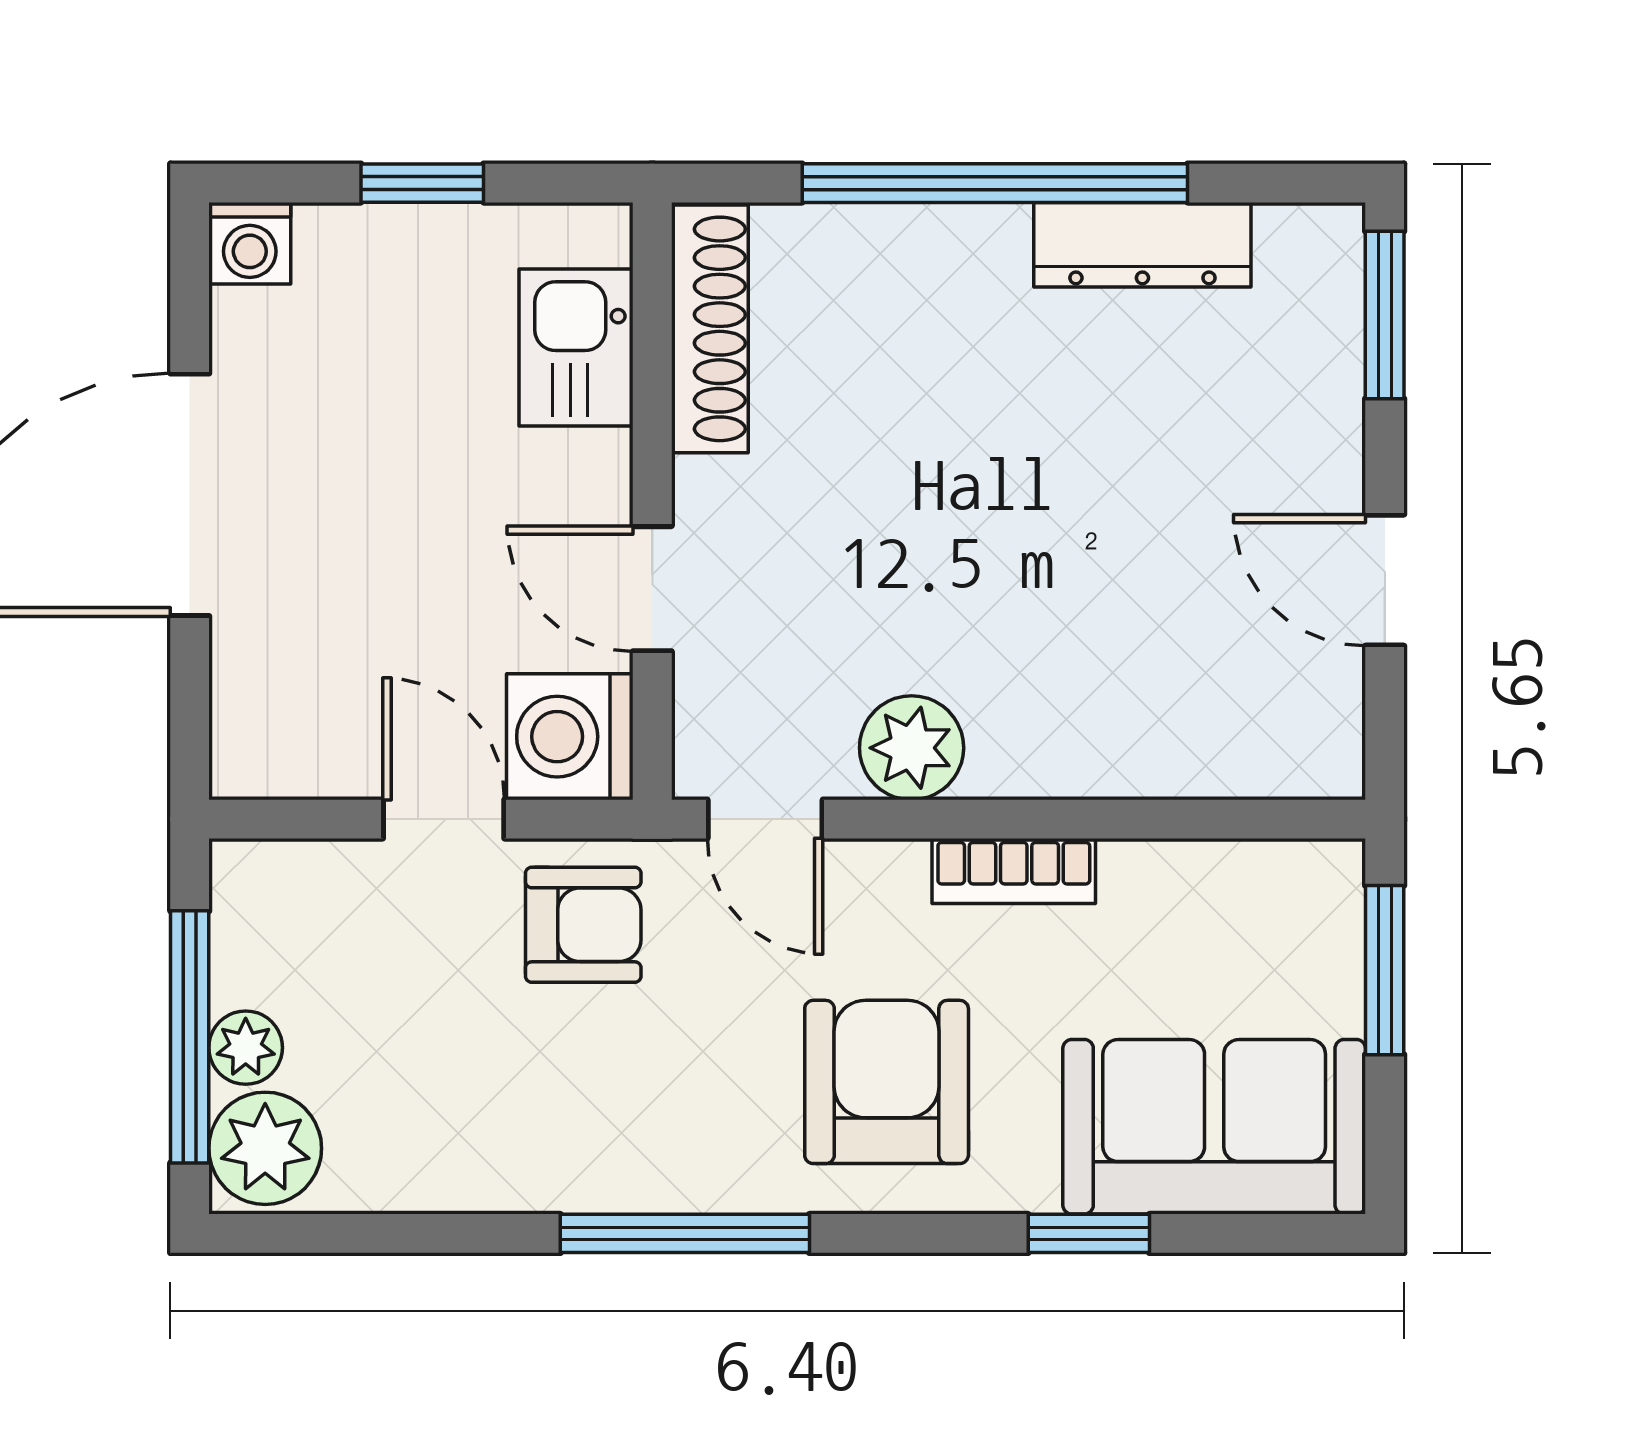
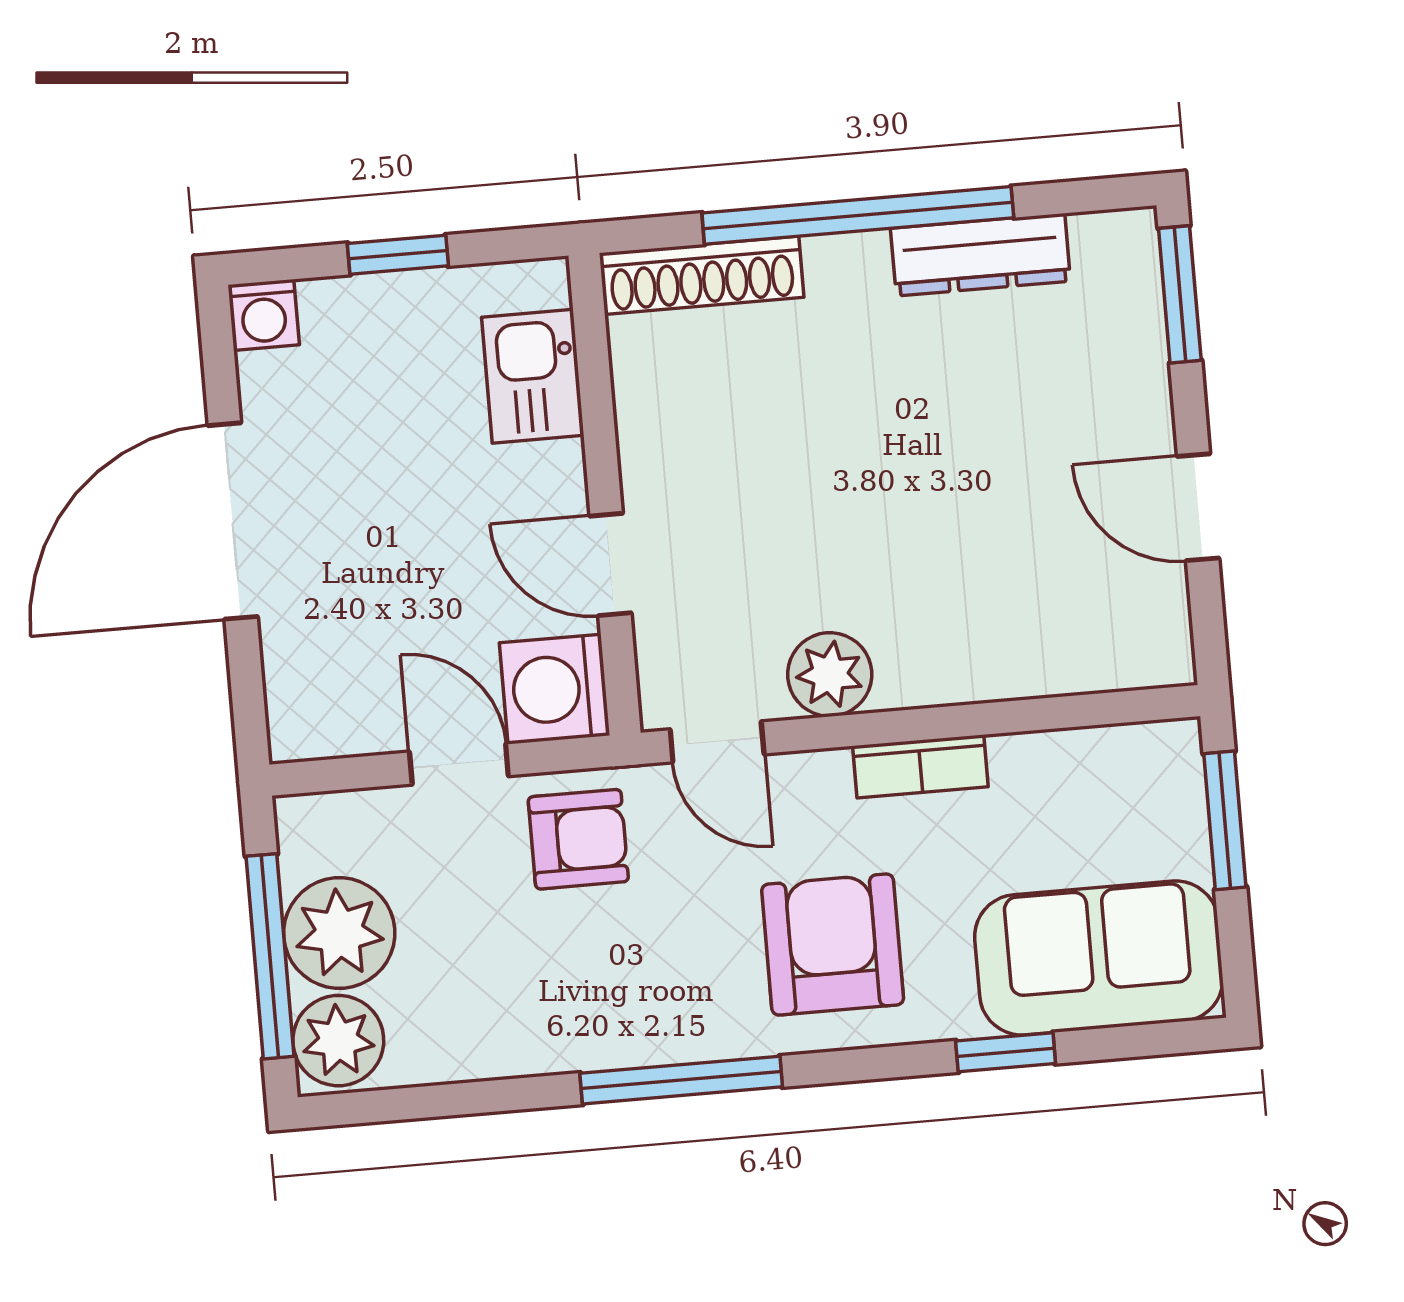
shoe rack: (710, 329) -> (702, 275), moved, turned 90
plant: (246, 1048) -> (339, 933), width x1.88, depth x1.88

